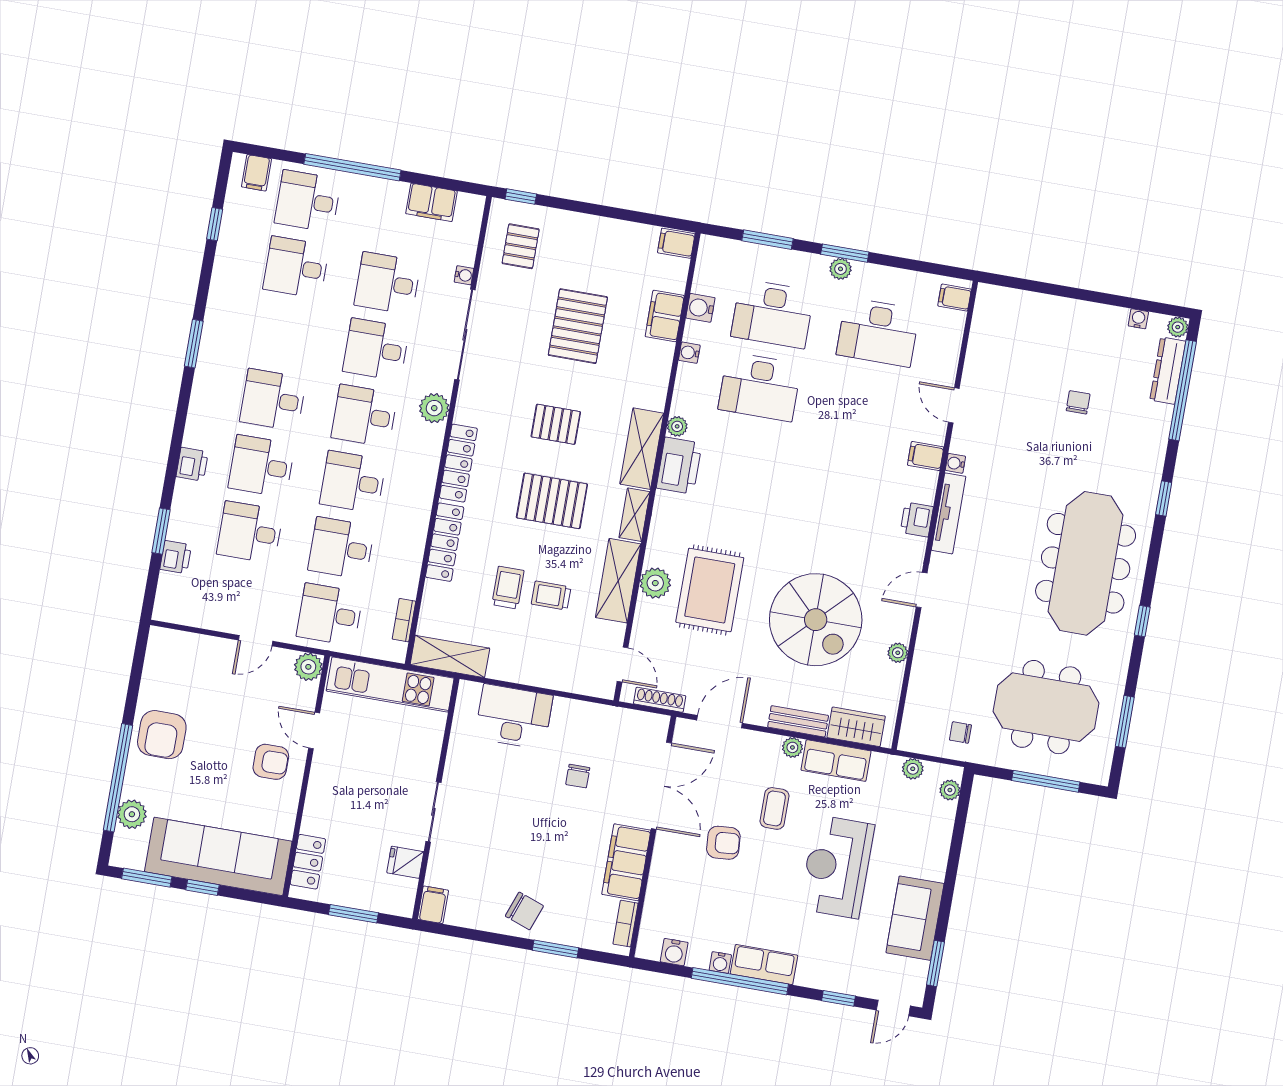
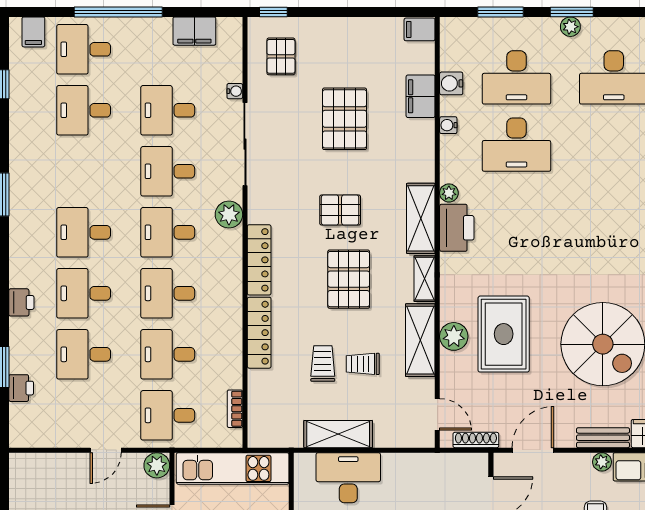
pallet: (552, 501) -> (349, 279), turned 90
shelving: (450, 656) -> (338, 434), moved

